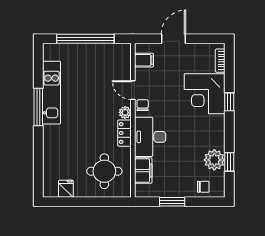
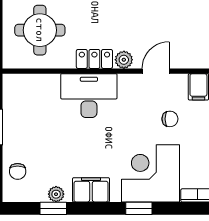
chair: (143, 105) -> (170, 119), moved
plant: (214, 160) -> (56, 194), width x0.53, depth x0.53
filing cabinet: (143, 171) -> (91, 190), moved, turned 180

